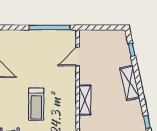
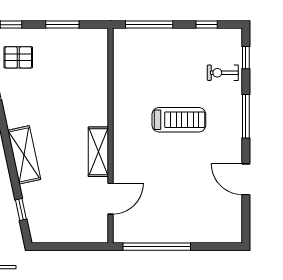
shelving: (85, 100) -> (98, 152), moved
treadmill: (36, 104) -> (179, 120), turned 90

